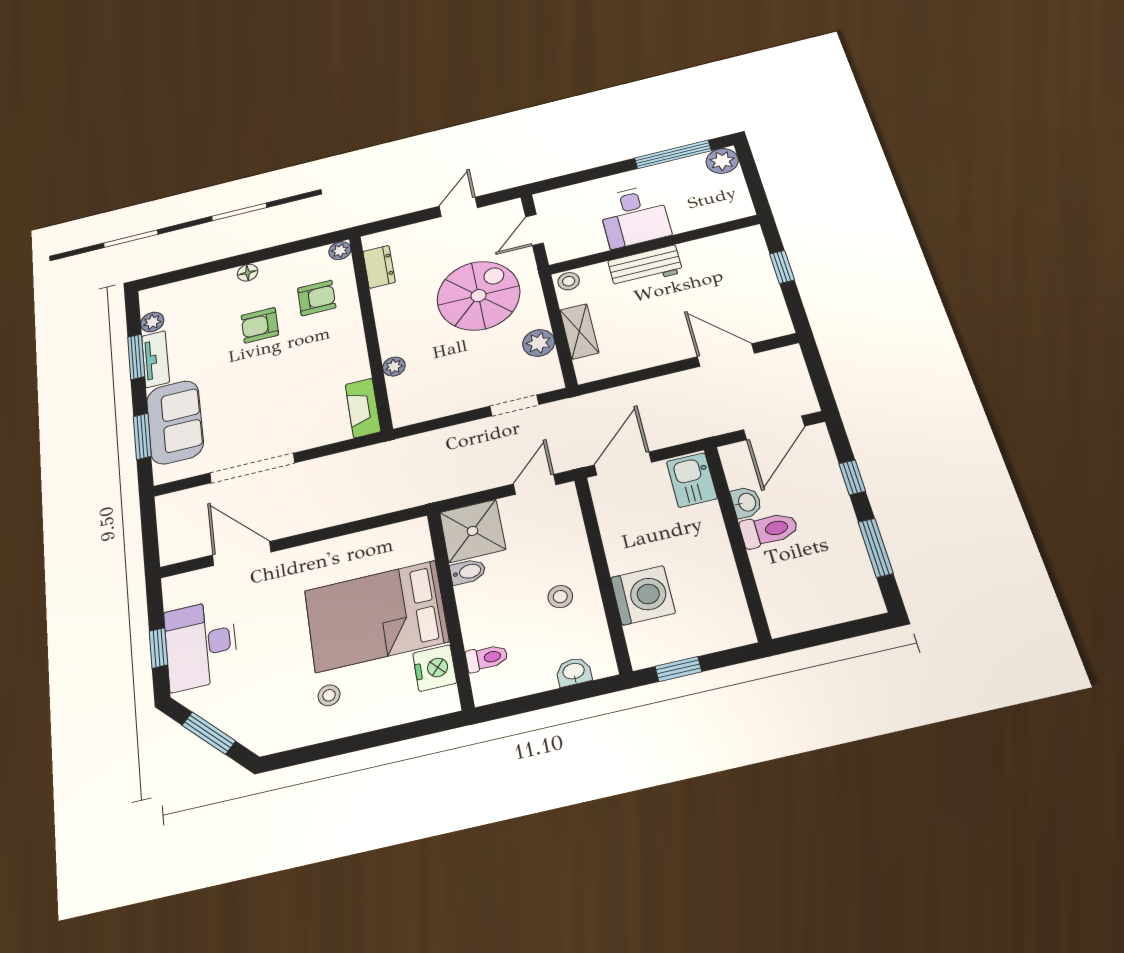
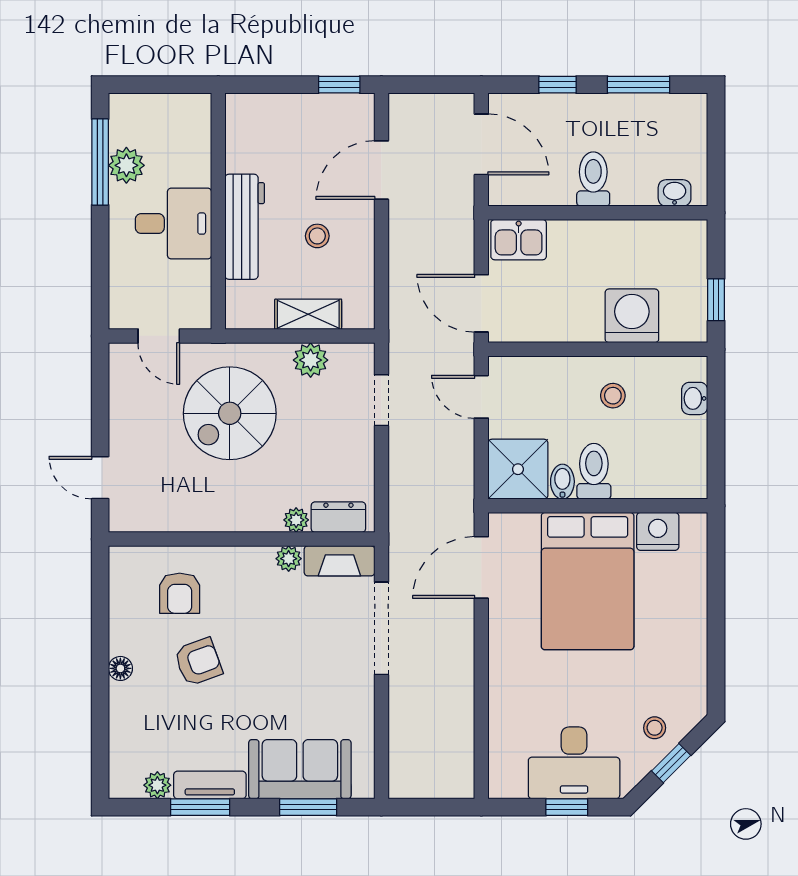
plant: (722, 161) -> (126, 165), moved
door: (458, 207) -> (100, 478), moved
plant: (340, 251) -> (289, 559), moved
dresser: (379, 267) -> (338, 517), moved
workbench: (645, 267) -> (245, 227), width x1.38
window: (782, 267) -> (339, 85), moved
stool: (569, 281) -> (317, 236), moved
spiral stairs: (478, 296) -> (230, 413), turned -90
armchair: (317, 298) -> (180, 593), turned 180
armchair: (260, 325) -> (198, 662), turned -110
doorway: (252, 468) -> (381, 628), moved
washbasin: (746, 502) -> (675, 193), moved
door: (242, 554) -> (481, 567), moved
toilet: (487, 658) -> (594, 471), moved, width x1.37, depth x1.39
stool: (329, 695) -> (655, 728), moved
window: (209, 733) -> (671, 763), width x0.67

